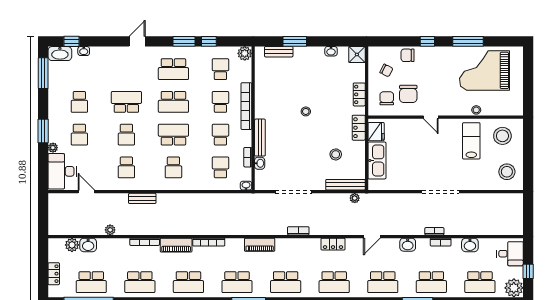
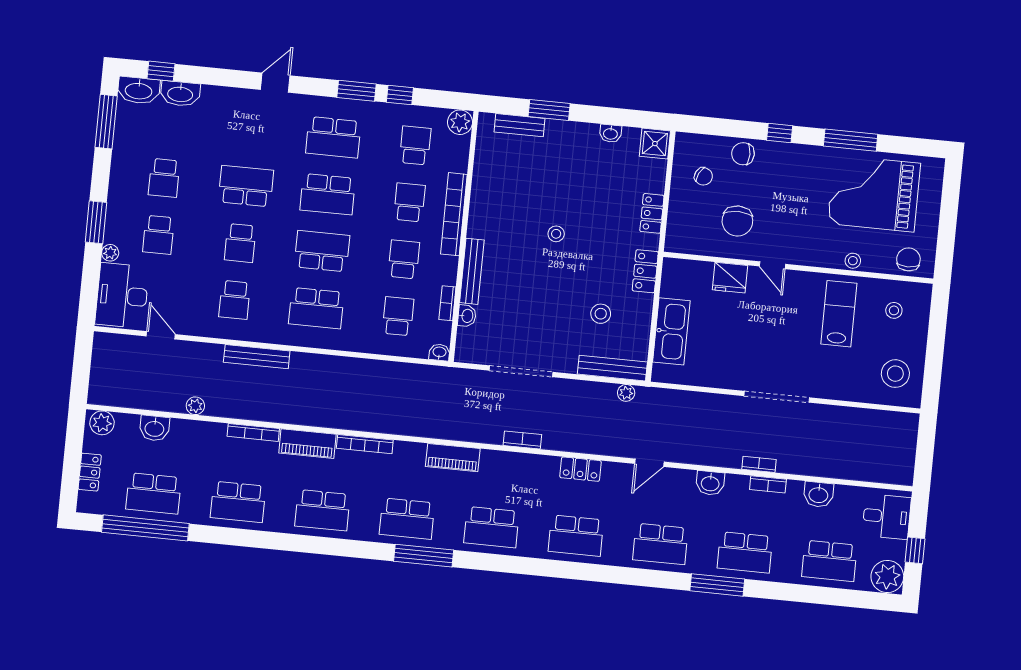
washbasin: (84, 51) -> (180, 94), width x1.91, depth x1.45
chair: (387, 98) -> (908, 259), moved
fridge: (376, 132) -> (730, 278), moved, turned 90
stool: (502, 136) -> (894, 310), width x0.53, depth x0.53
school desk: (173, 167) -> (316, 308), width x1.85
bench: (142, 198) -> (257, 357), width x1.36
plant: (72, 245) -> (102, 423), moved

